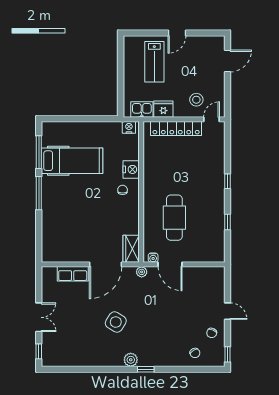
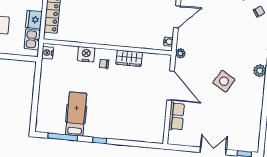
hospital bed: (72, 161) -> (76, 114), width x0.73, depth x0.78
window: (39, 193) -> (100, 140), width x0.46
cafe table: (174, 218) -> (134, 19), removed
wardrobe: (131, 249) -> (129, 58), moved
door: (170, 264) -> (177, 17), moved

